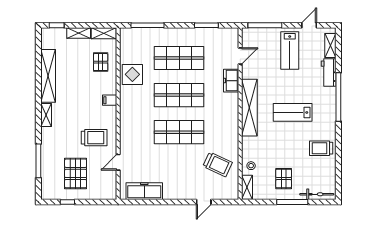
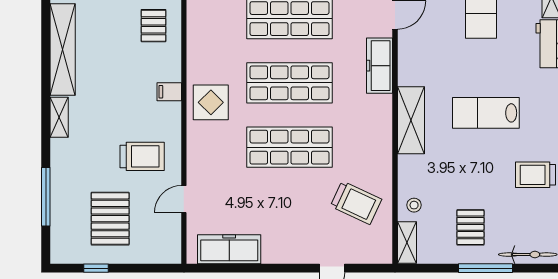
display table: (132, 74) -> (211, 102), moved
freezer: (231, 81) -> (380, 66), width x1.40
shelving: (249, 108) -> (411, 120), width x0.68

